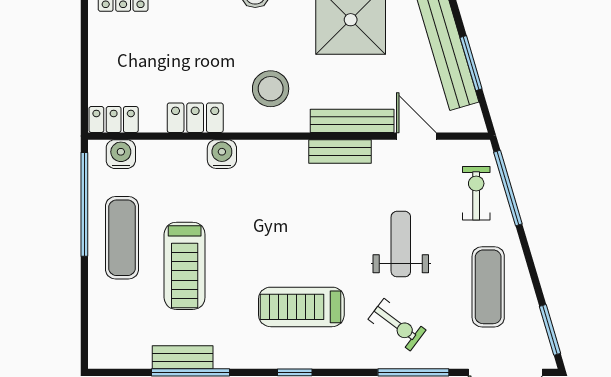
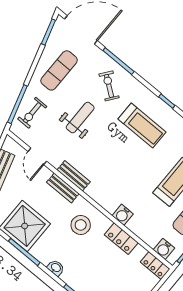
bench: (352, 121) -> (63, 188), width x0.73
weight bench: (401, 244) -> (80, 118), turned 180

